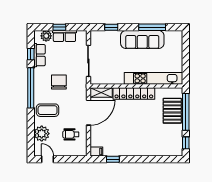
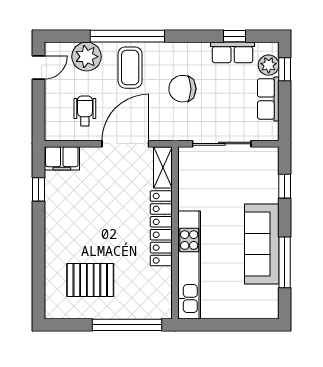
window: (59, 27) -> (285, 69), moved
chair: (59, 82) -> (182, 89), turned 180
window: (31, 88) -> (127, 36), moved
pallet: (172, 111) -> (90, 280), moved
door: (88, 113) -> (125, 144), swing flipped
window: (186, 143) -> (69, 325), removed
filing cabinet: (96, 152) -> (62, 158), width x2.00

